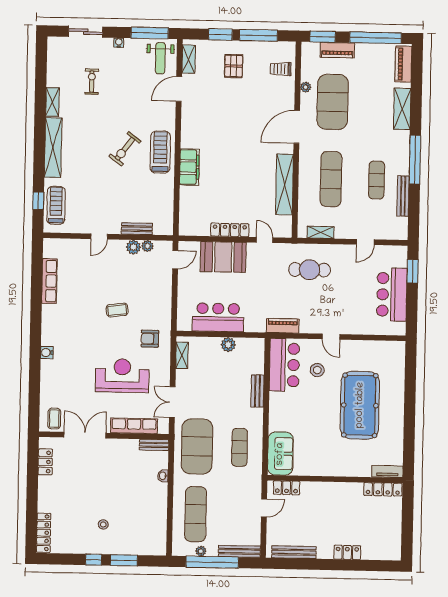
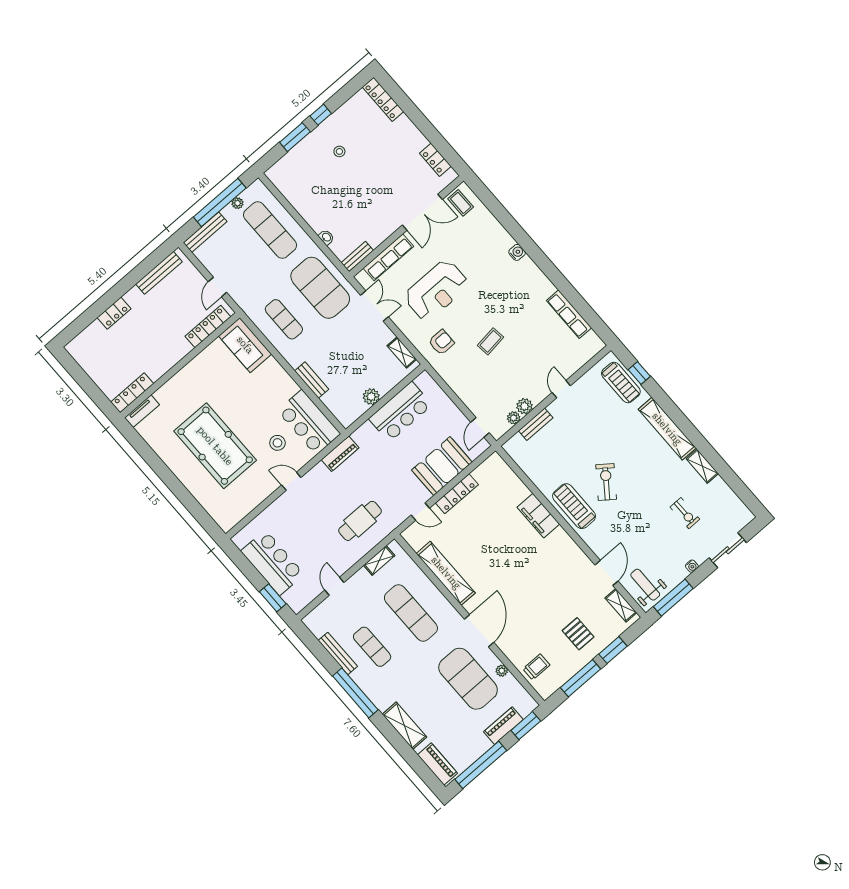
treadmill: (160, 152) -> (574, 506), turned 180
locker: (287, 488) -> (208, 326), width x1.53

